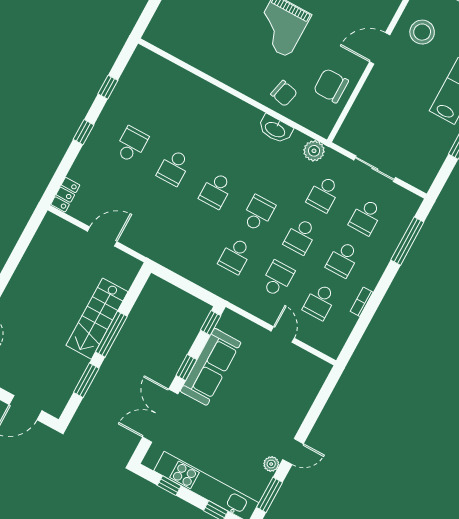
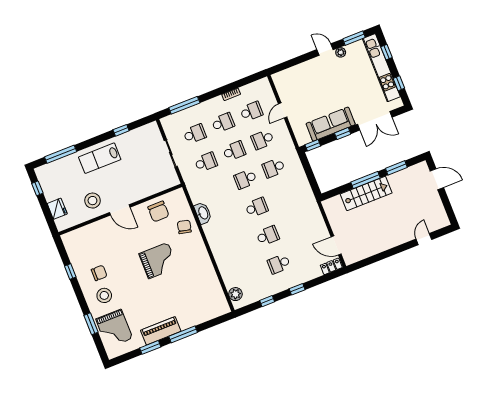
plant: (314, 151) -> (235, 294), moved
door: (102, 237) -> (336, 245), moved
school desk: (235, 256) -> (274, 168), turned 180

